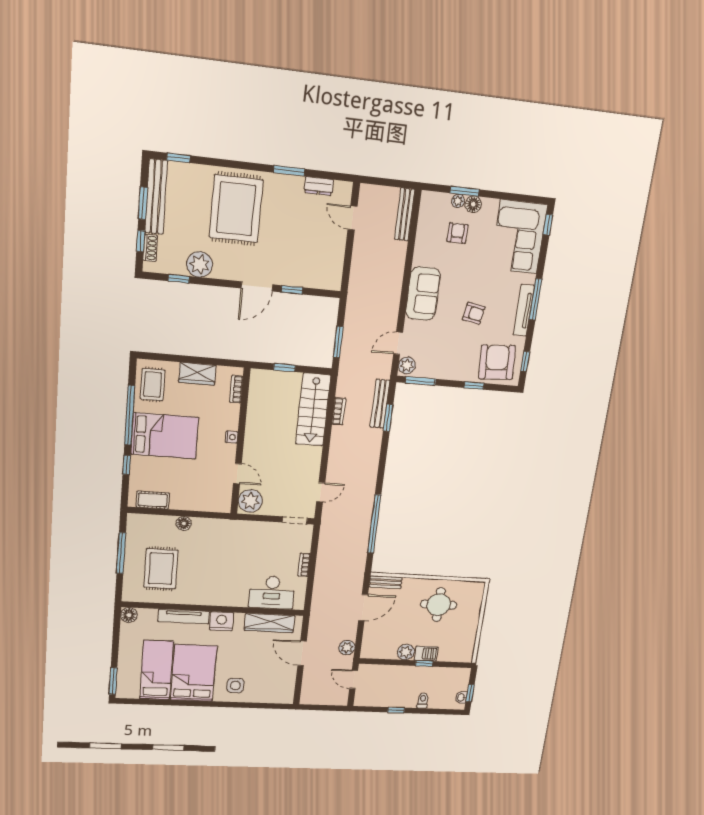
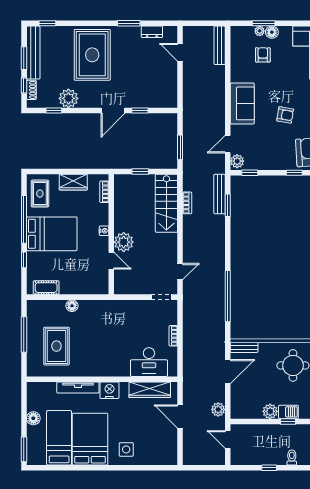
window: (420, 381) -> (250, 173), width x0.67
plant: (250, 501) -> (124, 242), moved
floor lamp: (129, 615) -> (33, 418), moved

